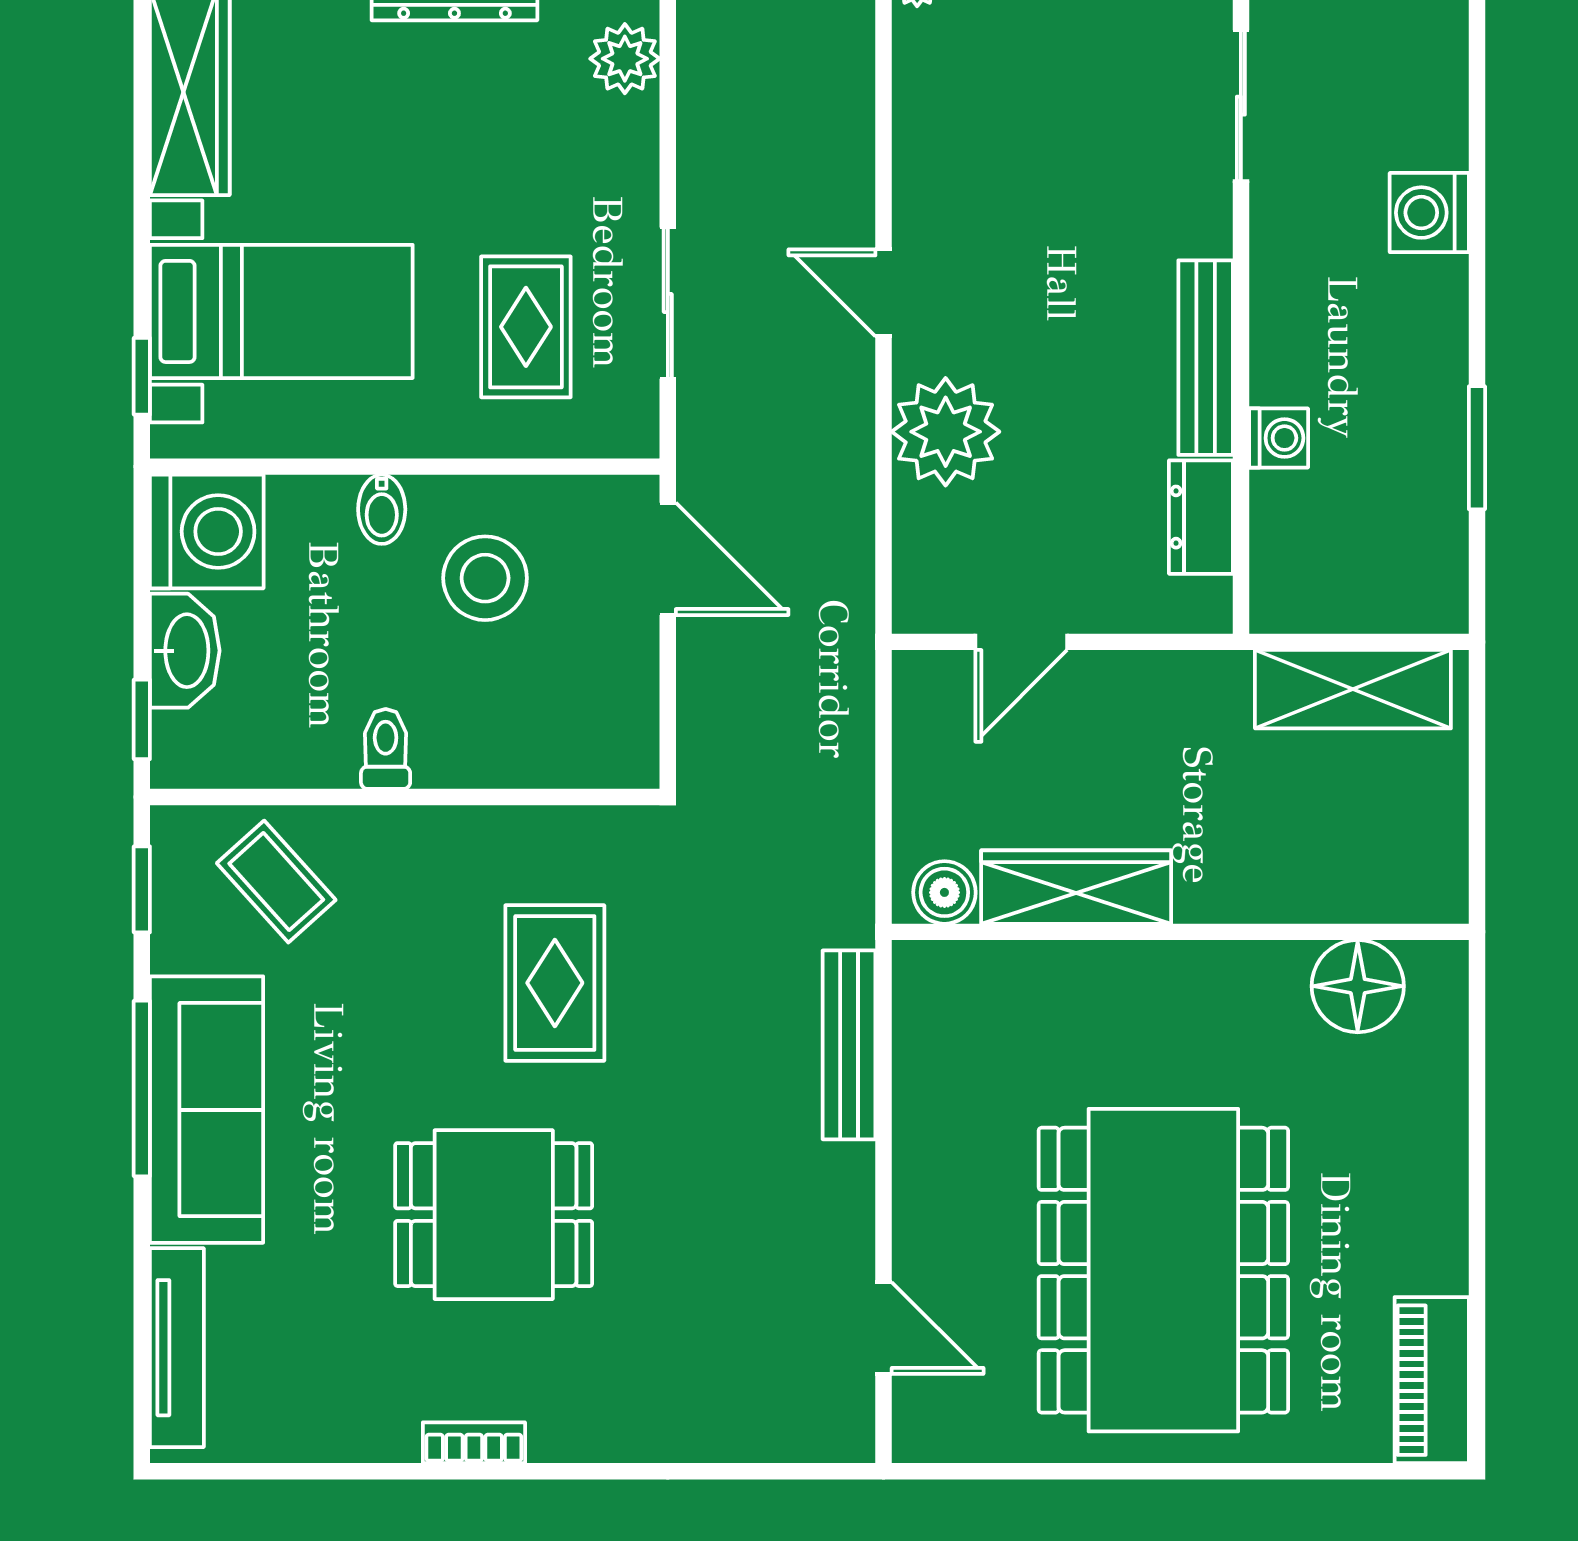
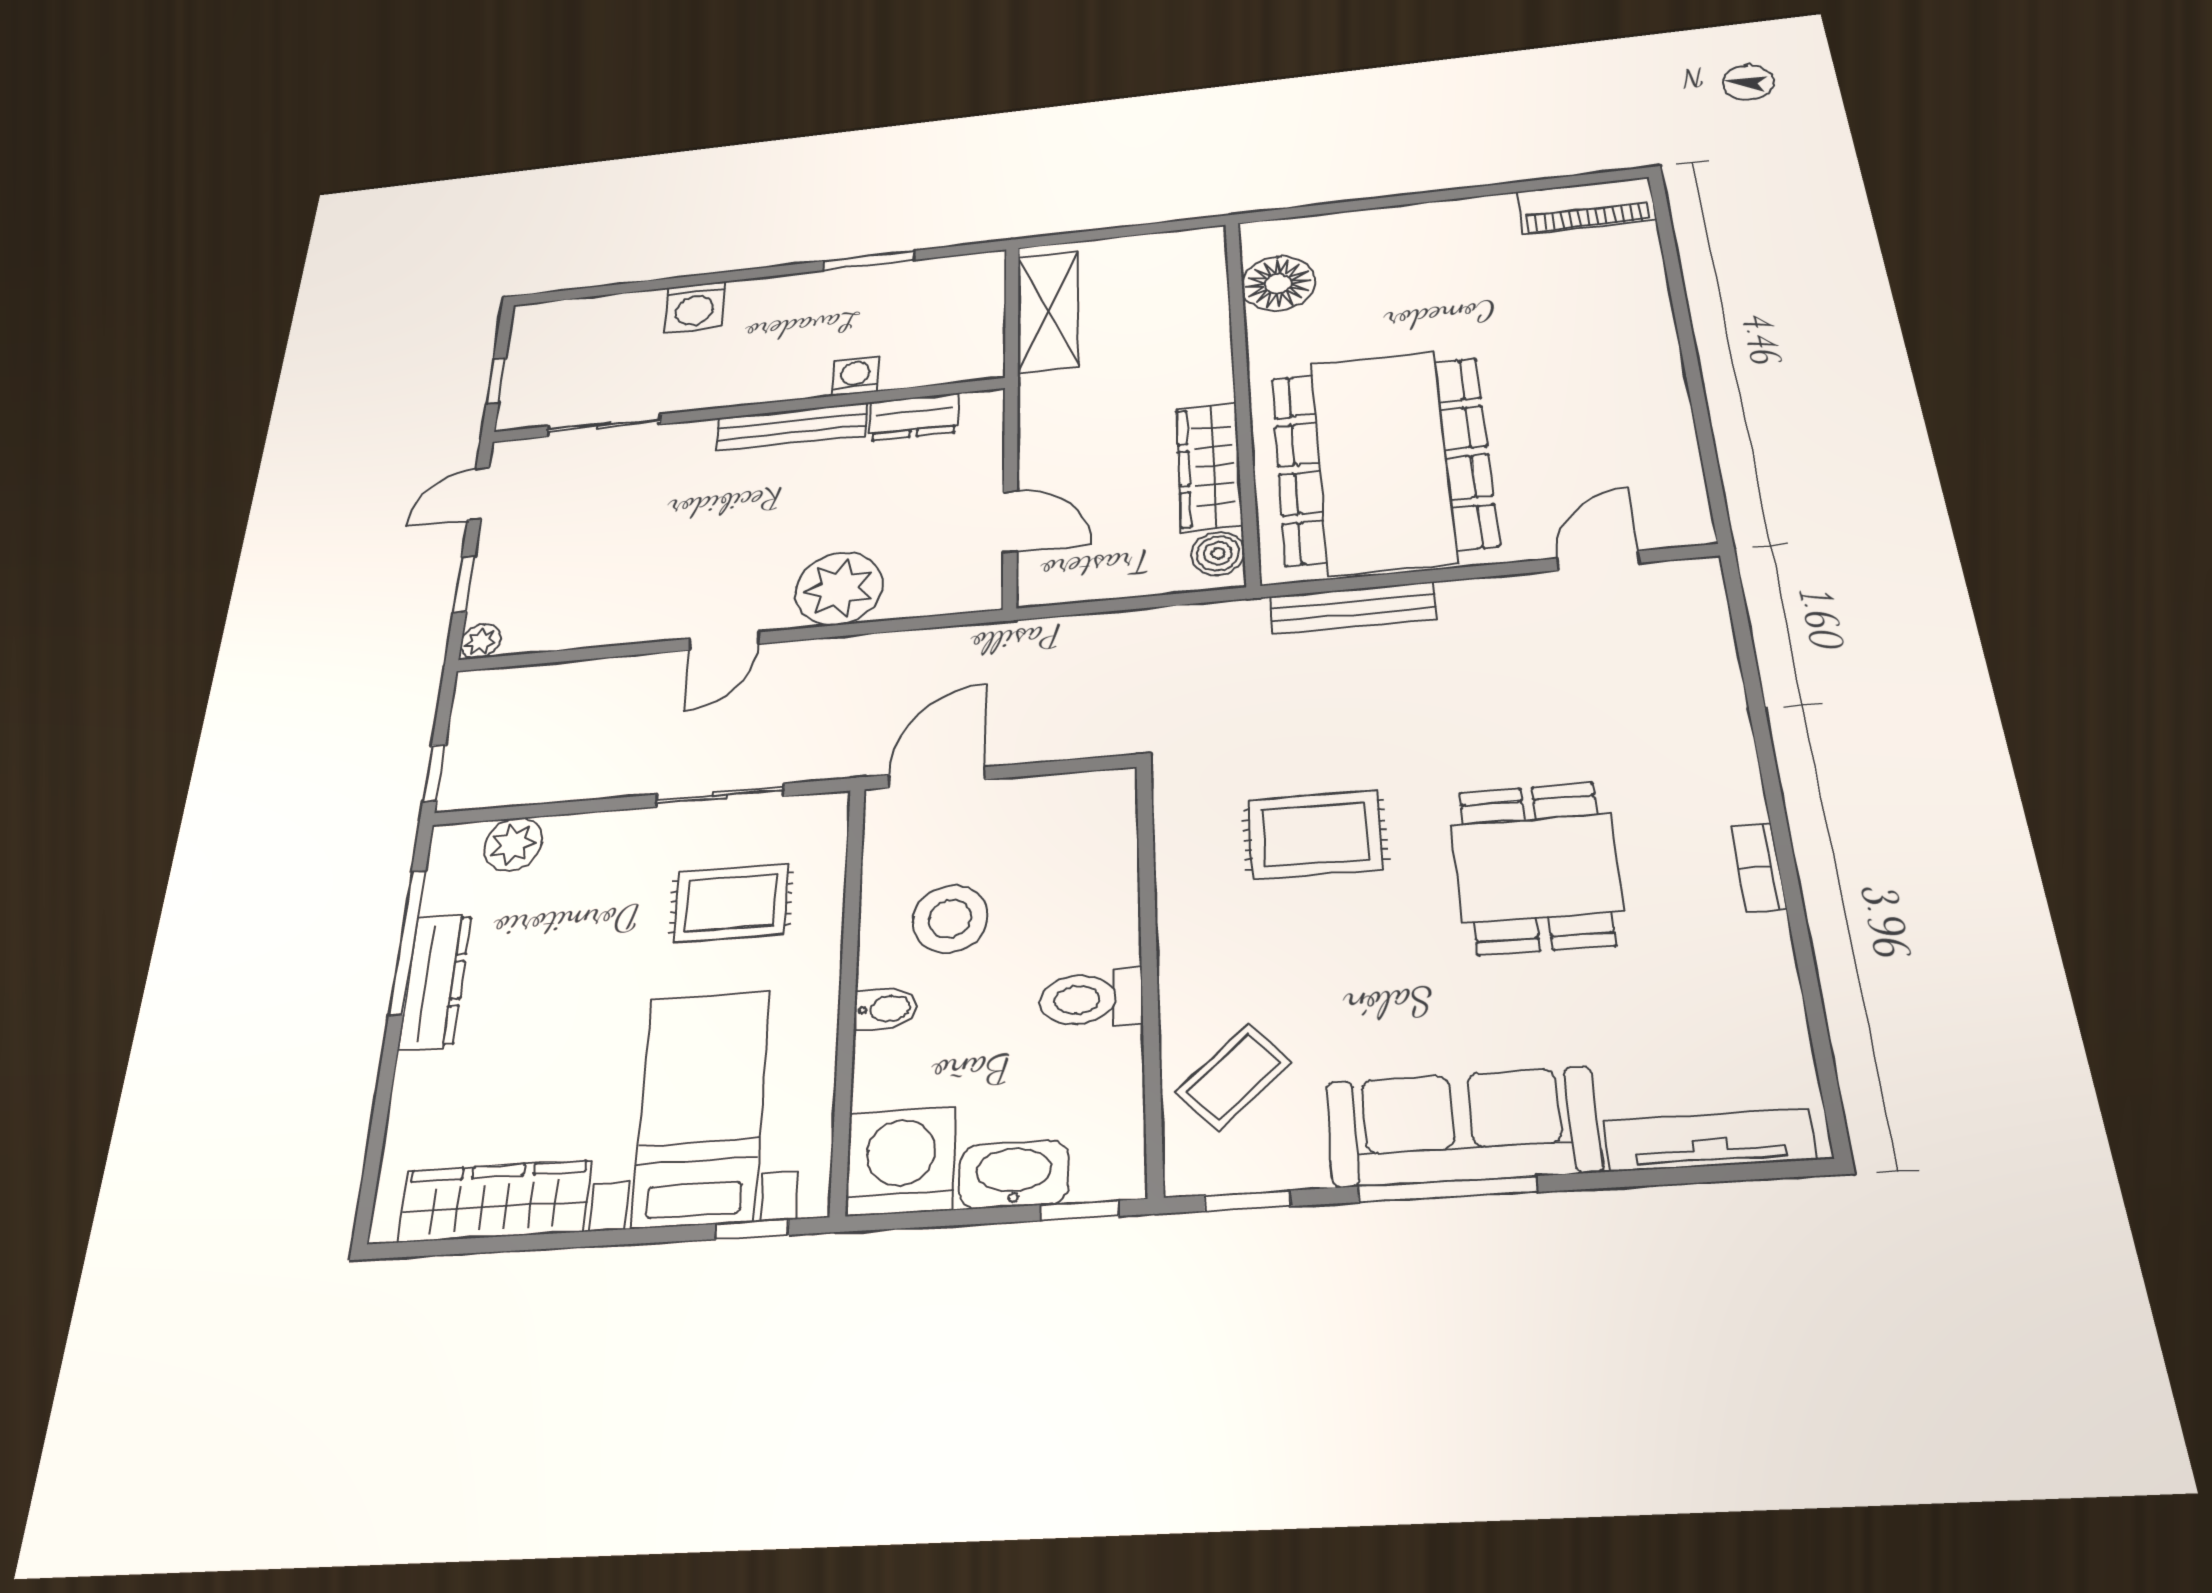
toilet: (386, 749) -> (1091, 999), width x1.37, depth x1.39
dining table: (1163, 1270) -> (1382, 461), moved, turned 90

